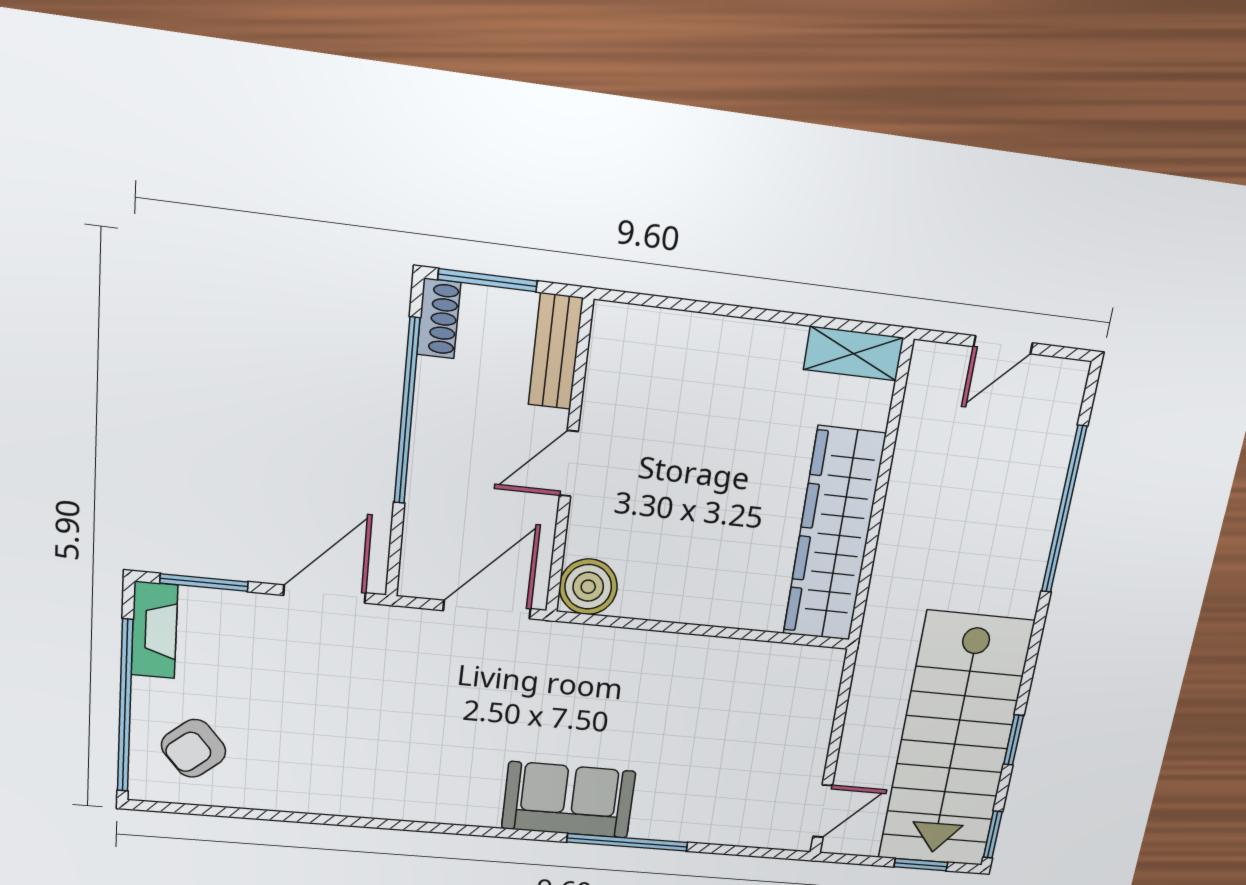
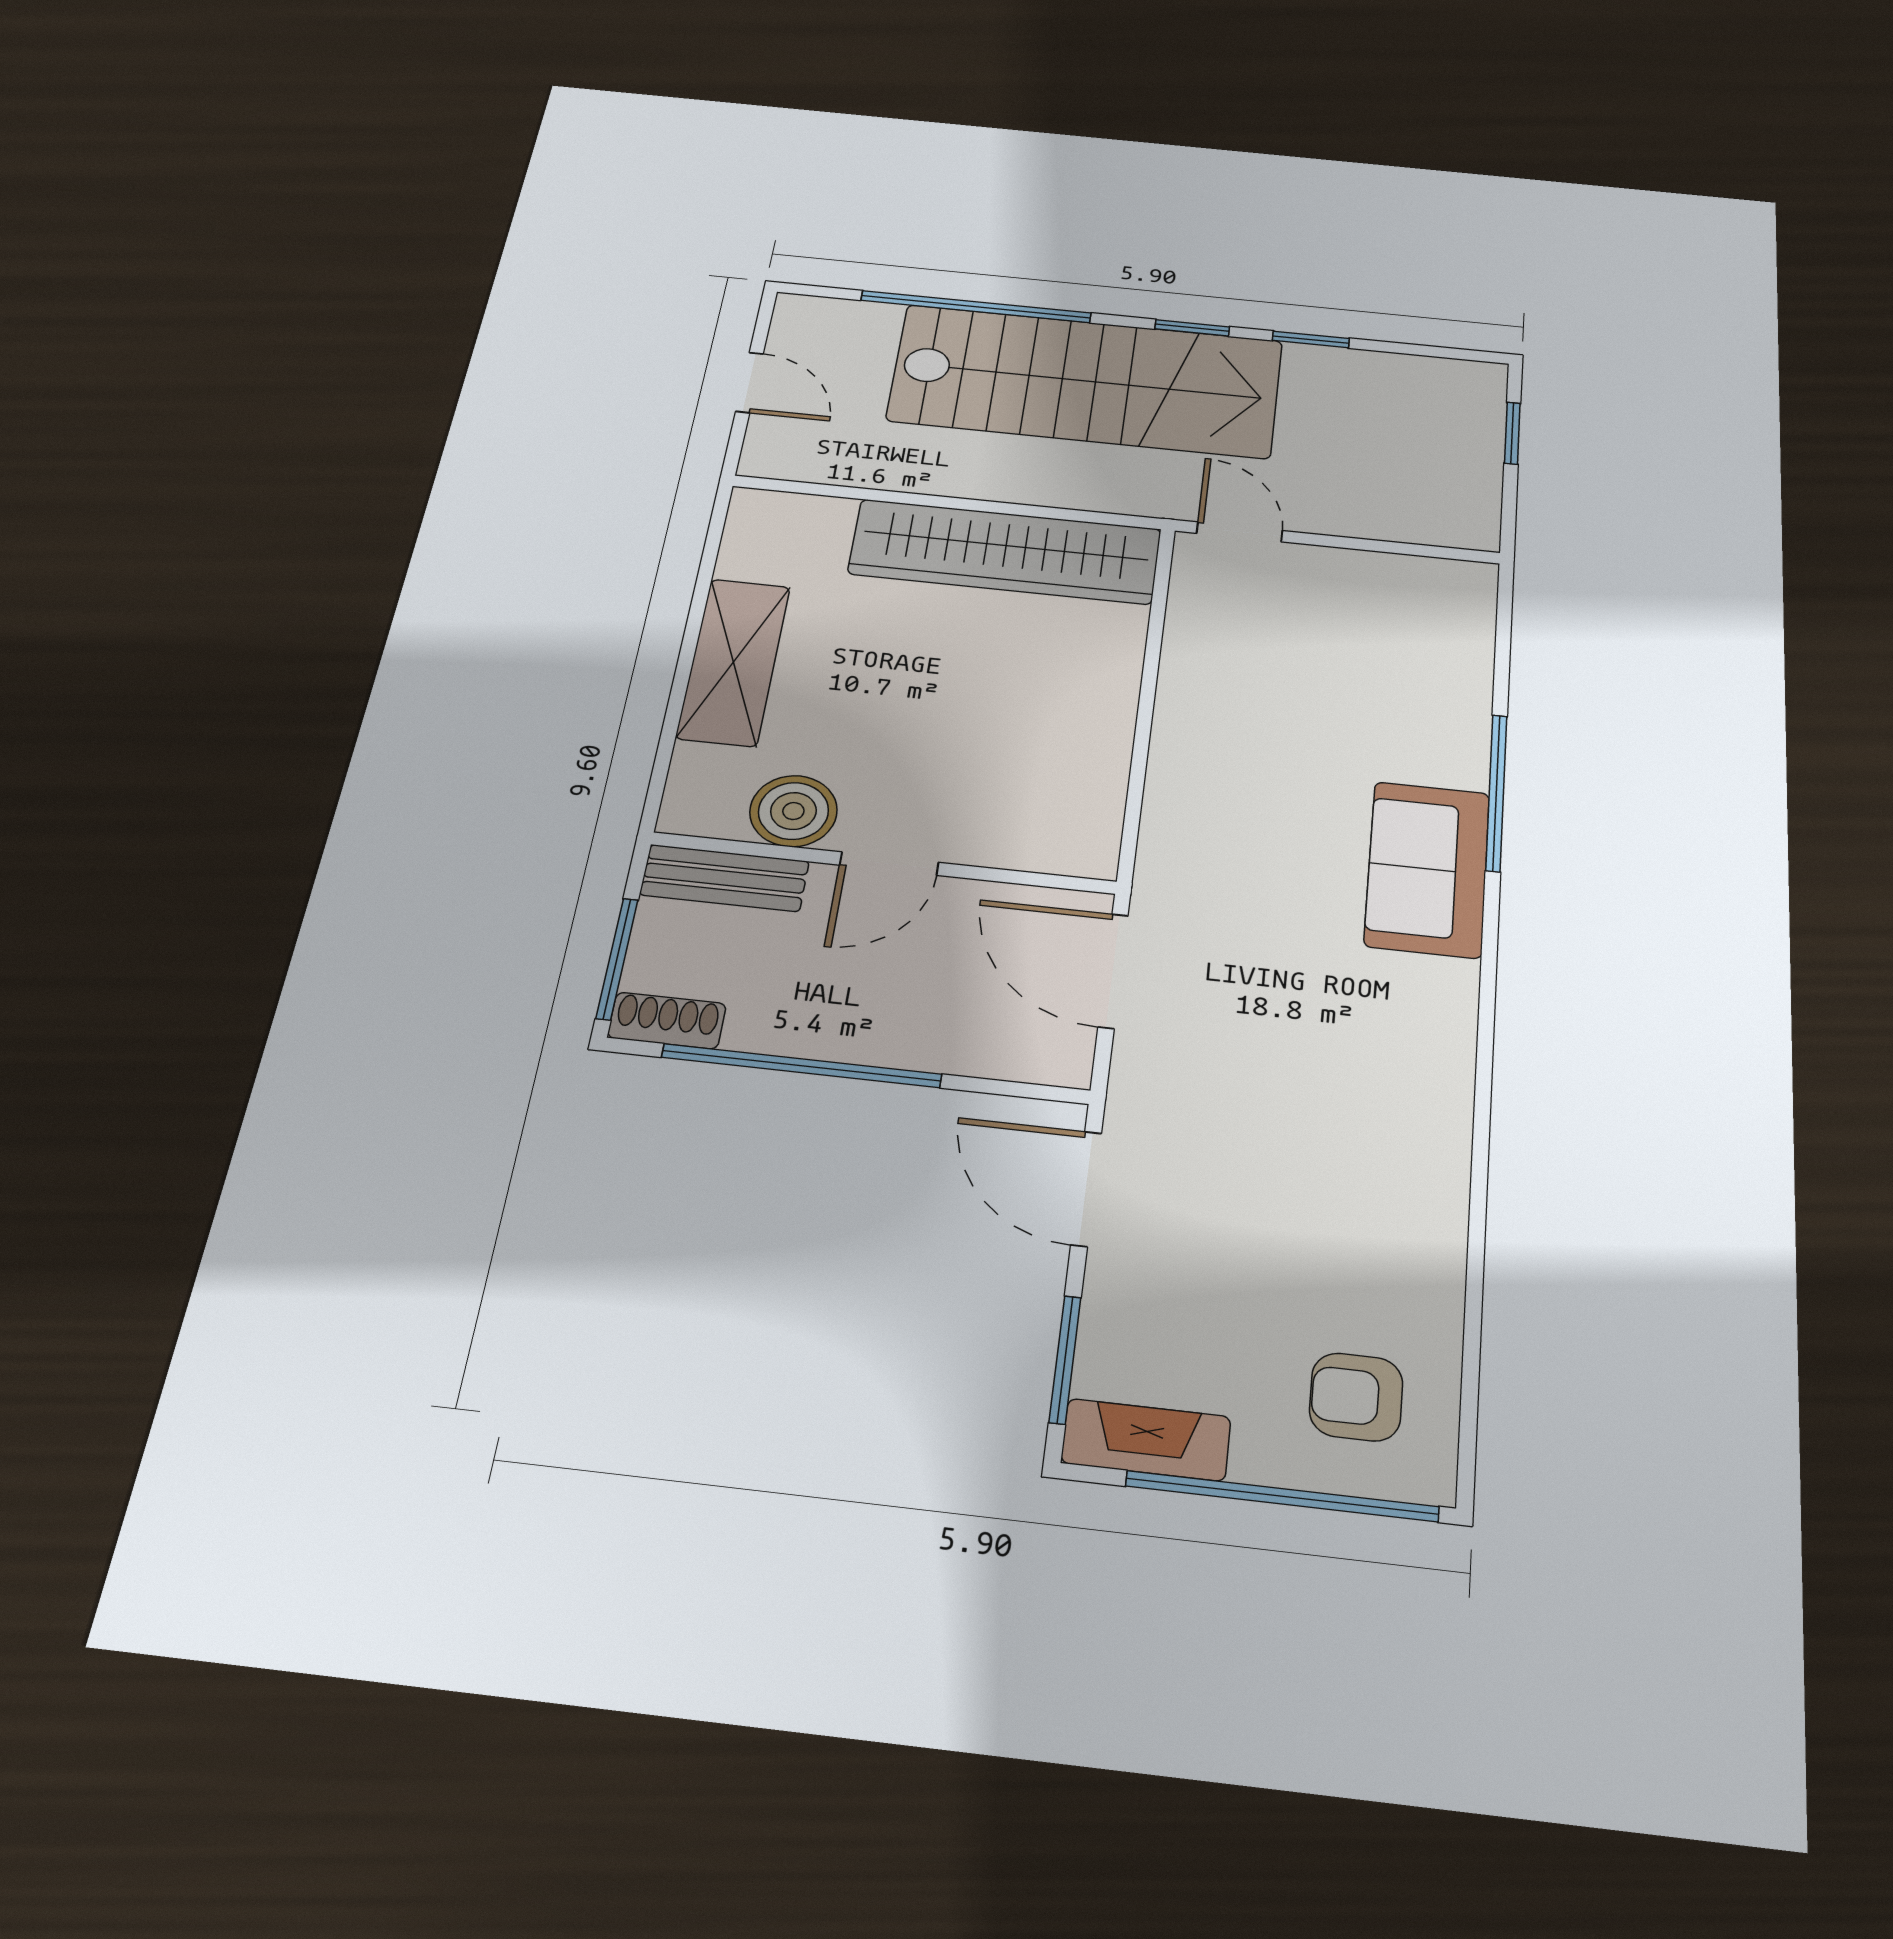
shelving: (854, 354) -> (733, 662), moved, width x1.50, depth x1.33
door: (569, 463) -> (889, 864), hinge flipped
boiler: (588, 587) -> (793, 811), moved
stairs: (955, 741) -> (1086, 381), moved
armchair: (194, 748) -> (1356, 1397), turned 130
door: (823, 811) -> (1240, 532), moved
window: (993, 834) -> (1192, 328), moved

